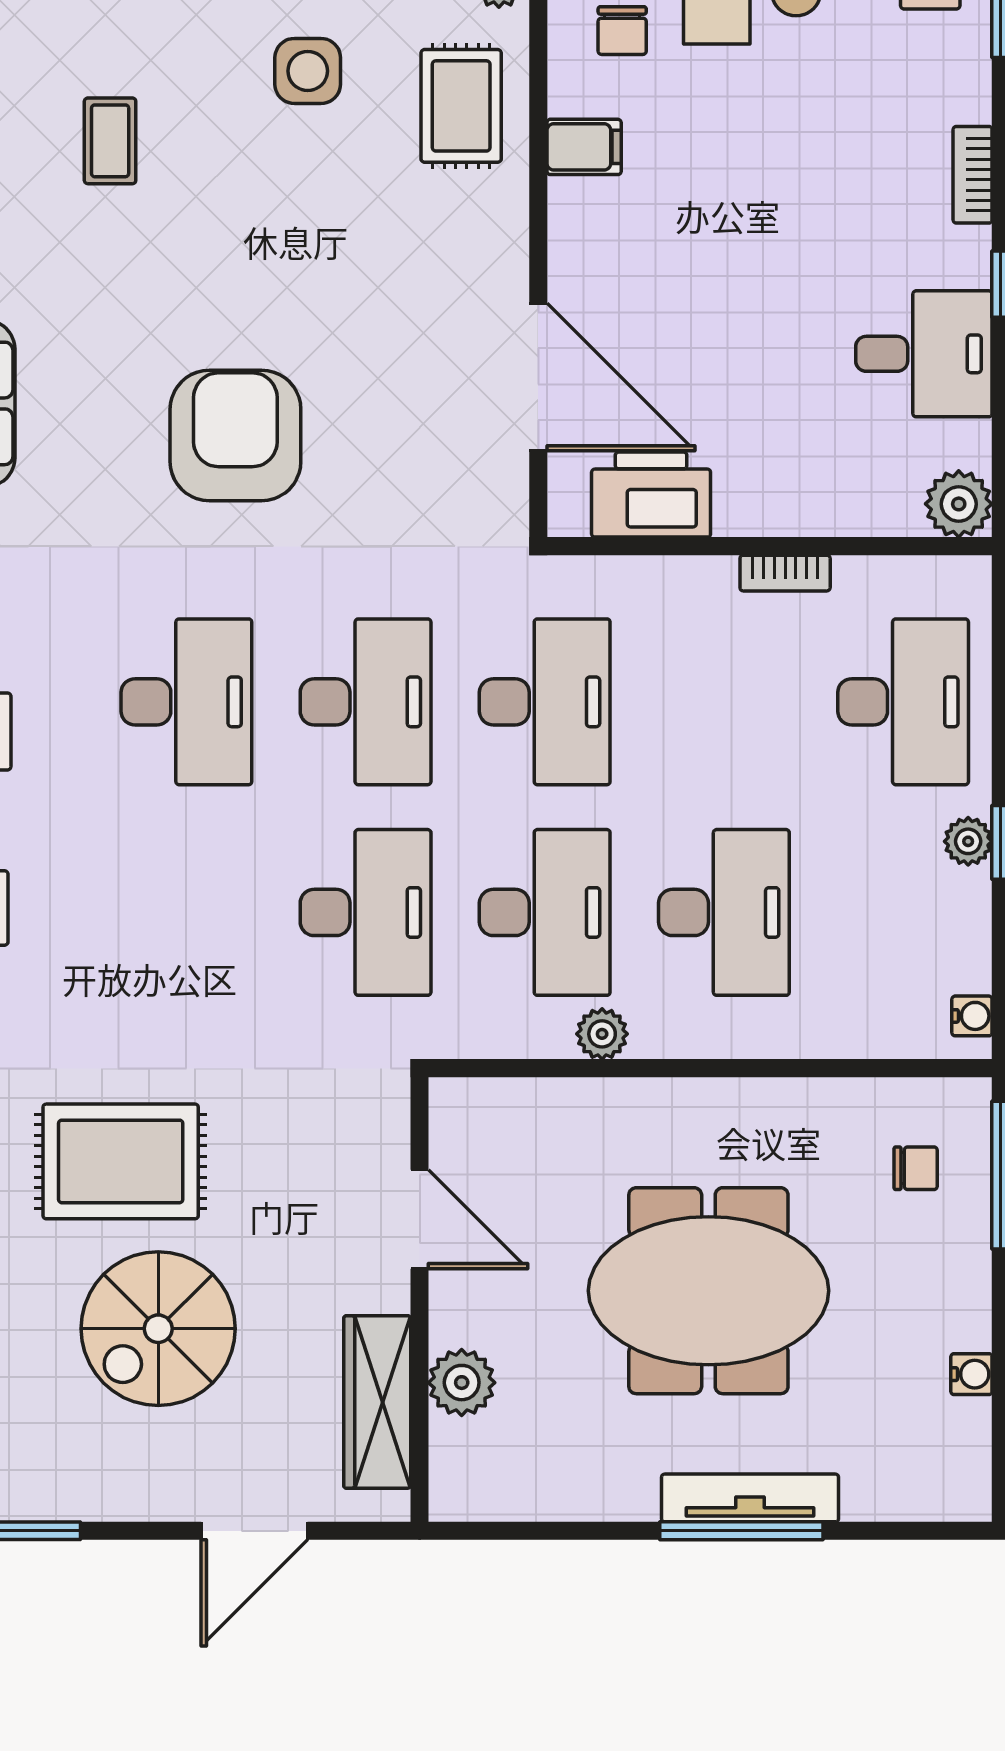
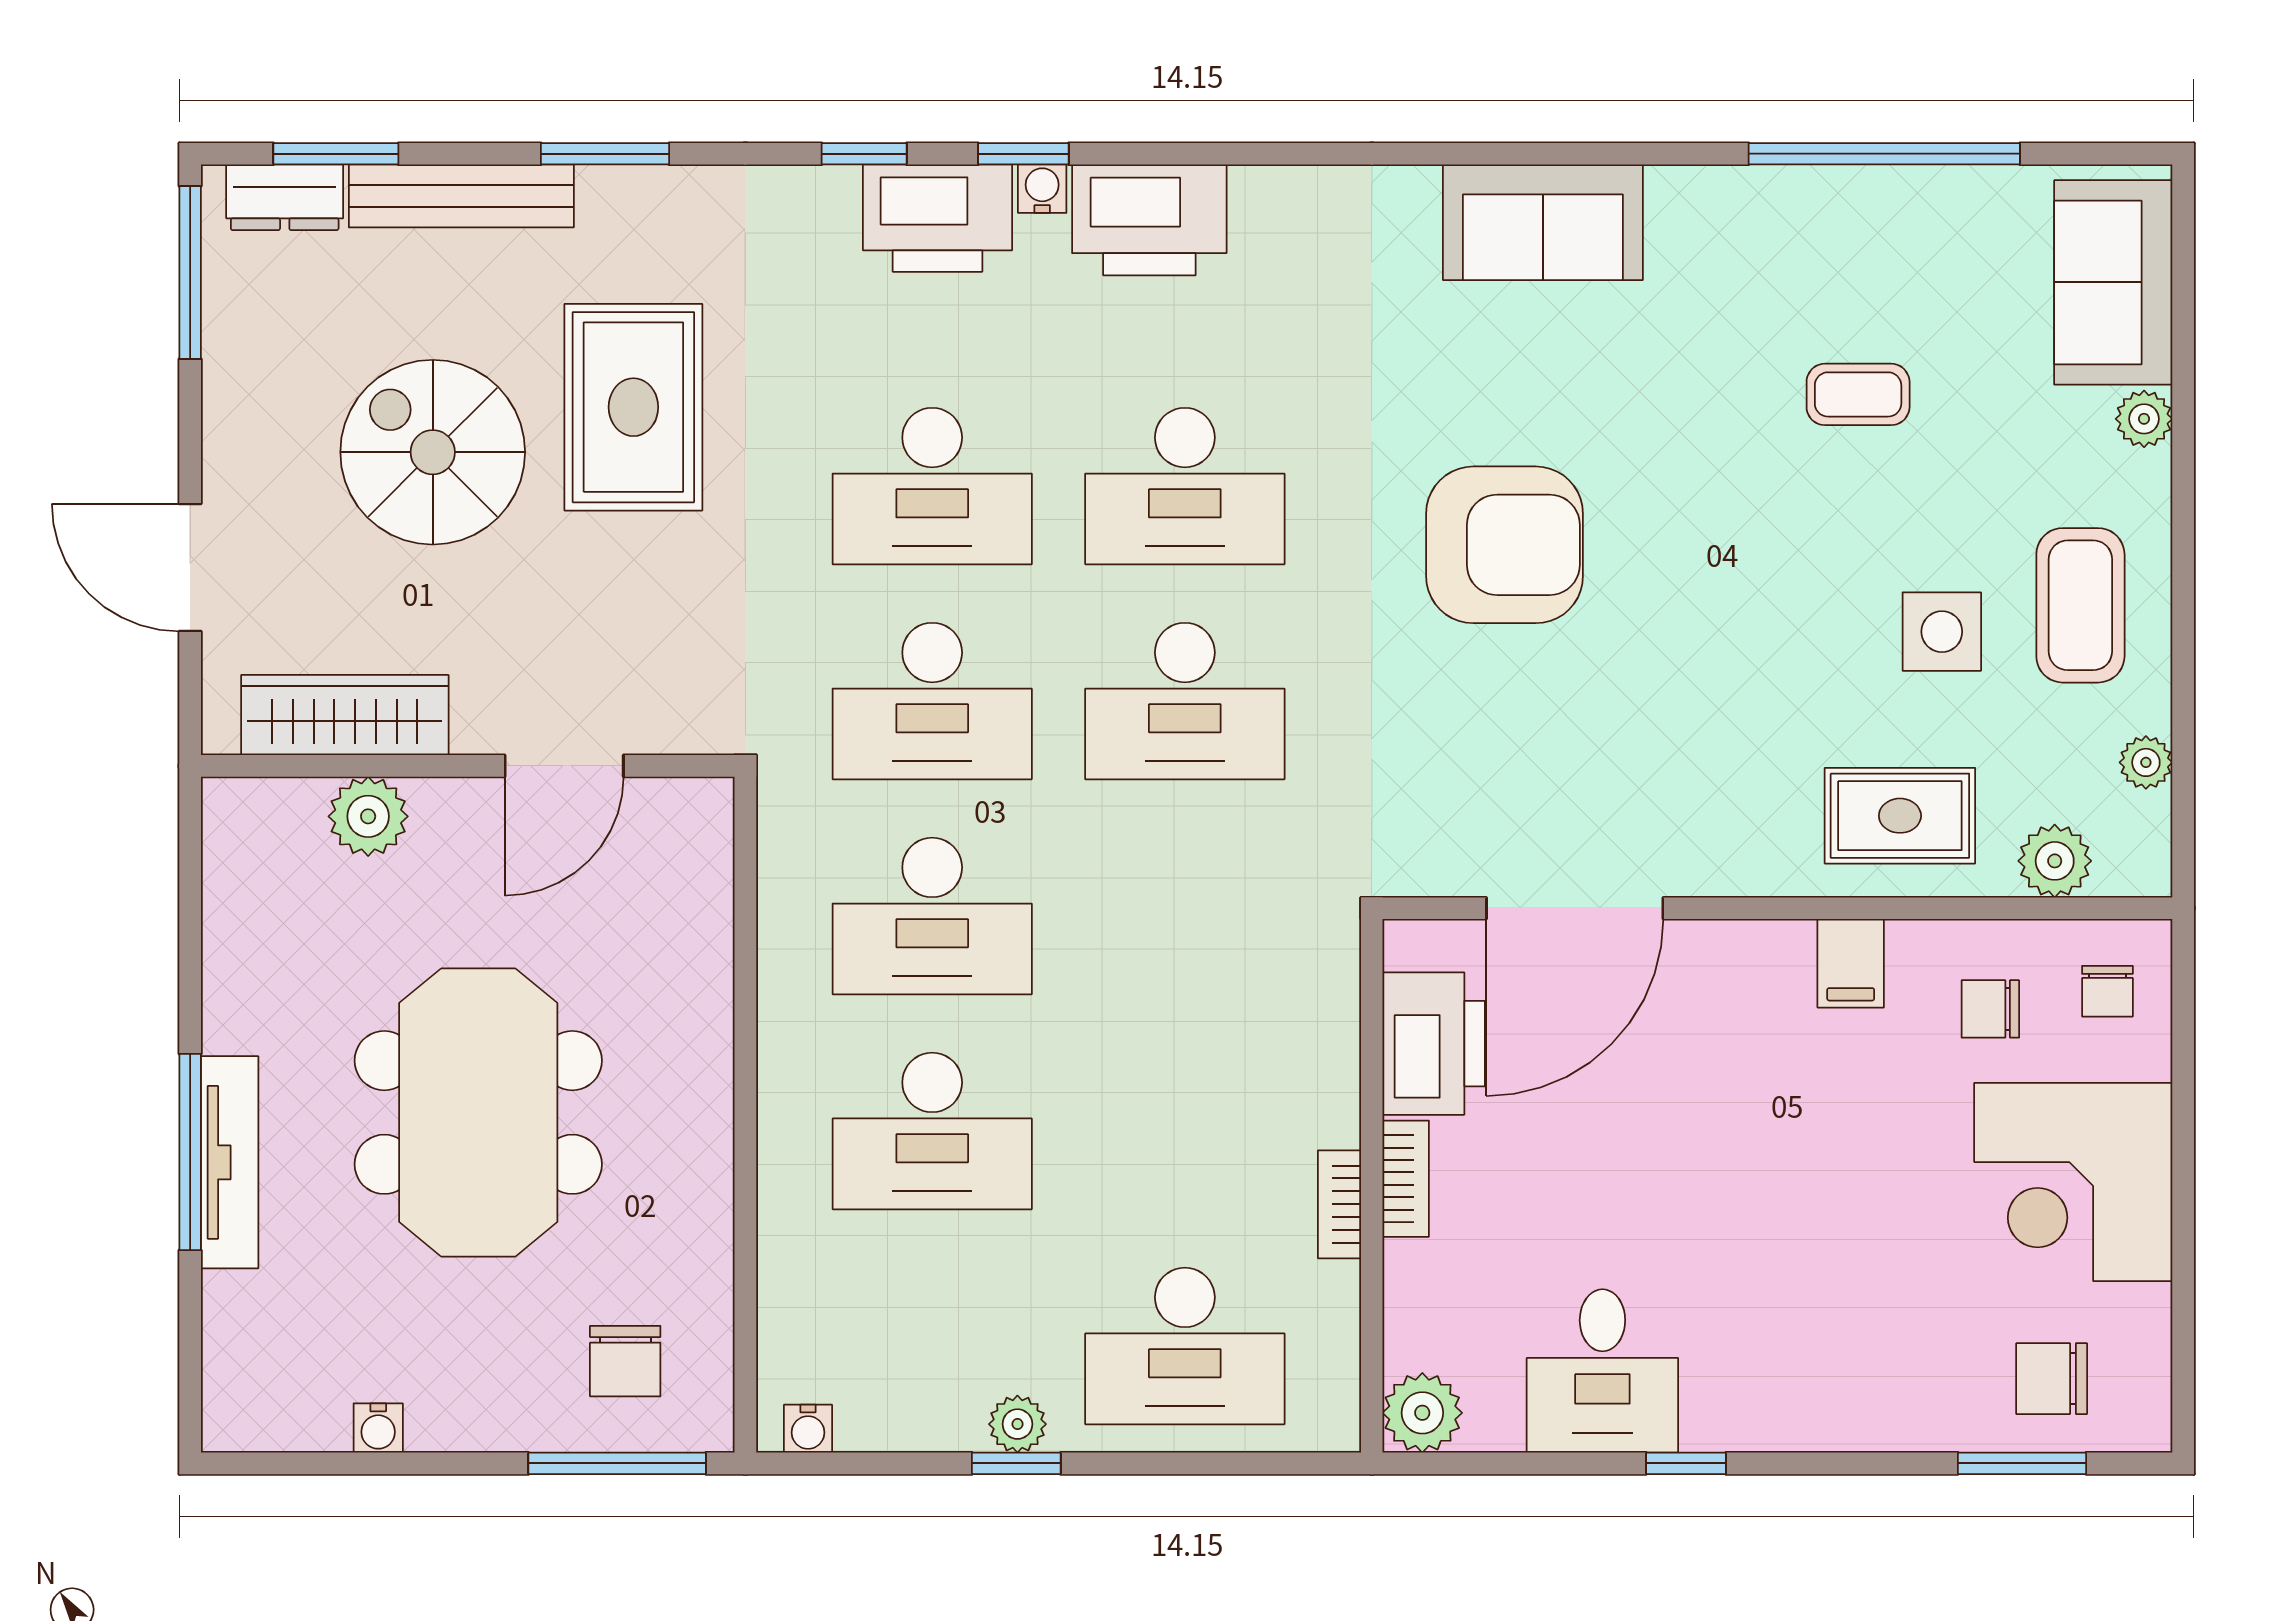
bookcase: (973, 175) -> (1406, 1179), moved, turned 90
desk: (545, 702) -> (932, 486), moved
plant: (602, 1034) -> (786, 985), removed
chair: (916, 1168) -> (625, 1361), width x1.37, depth x1.37

